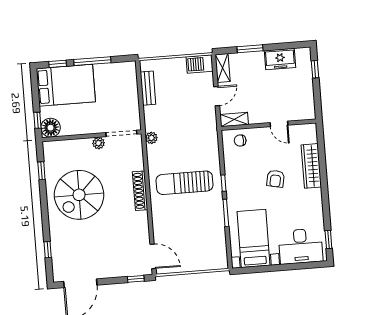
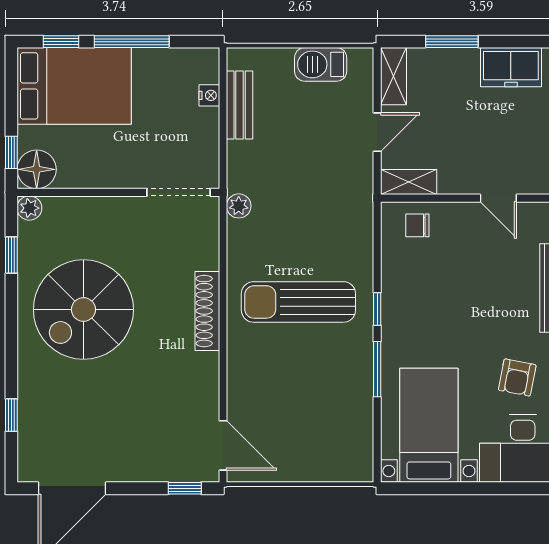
barbecue: (200, 64) -> (321, 64), moved
nightstand: (133, 85) -> (209, 95), added
plant: (99, 143) -> (29, 208), moved
armchair: (276, 179) -> (517, 377), moved

